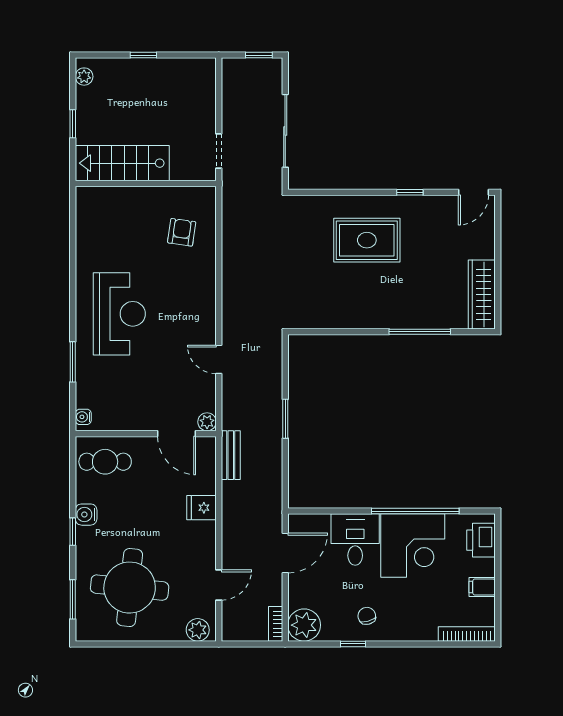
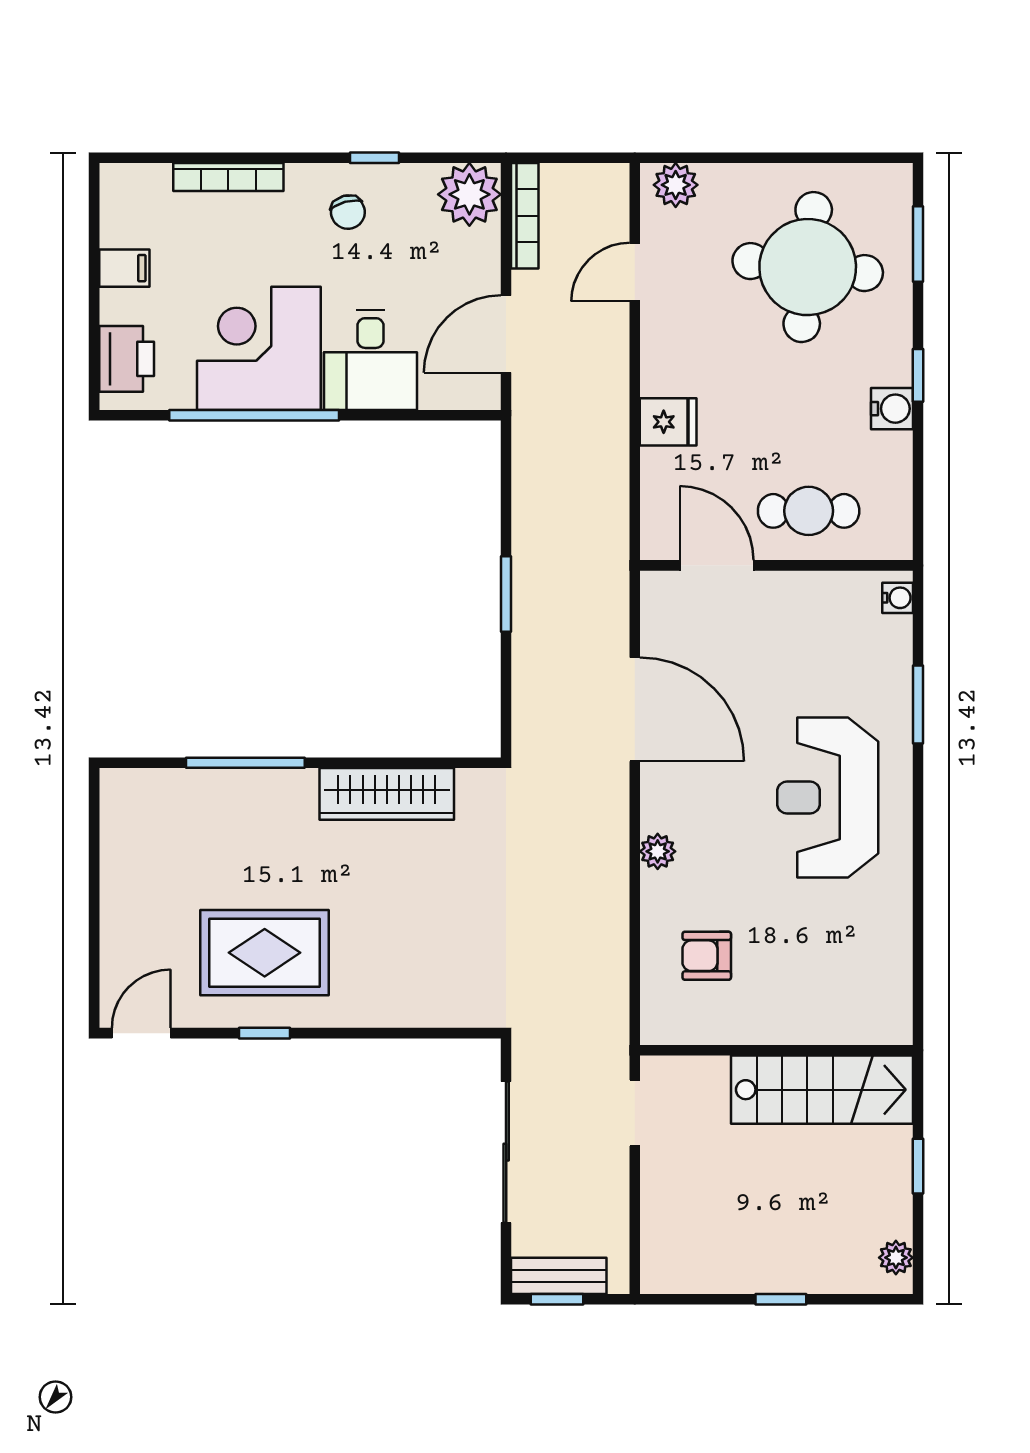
armchair: (182, 232) -> (707, 956), turned 82
rug: (367, 240) -> (265, 953), moved
wardrobe: (482, 294) -> (387, 794), moved, turned 90
door: (219, 359) -> (635, 709), width x1.87
plant: (207, 422) -> (658, 851), moved
bench: (231, 455) -> (559, 1276), moved, turned 90
cafe table: (105, 462) -> (809, 511), moved
bookcase: (276, 624) -> (525, 216), width x1.56
bookcase: (467, 634) -> (228, 177), moved

